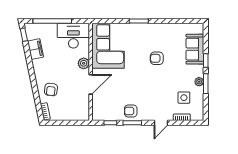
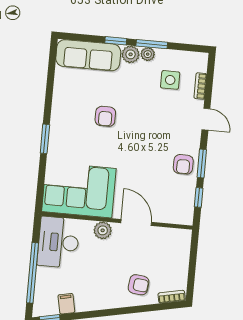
filing cabinet: (35, 49) -> (66, 304), width x0.50
sofa: (195, 49) -> (88, 55), width x1.36
plant: (198, 71) -> (131, 54), added

